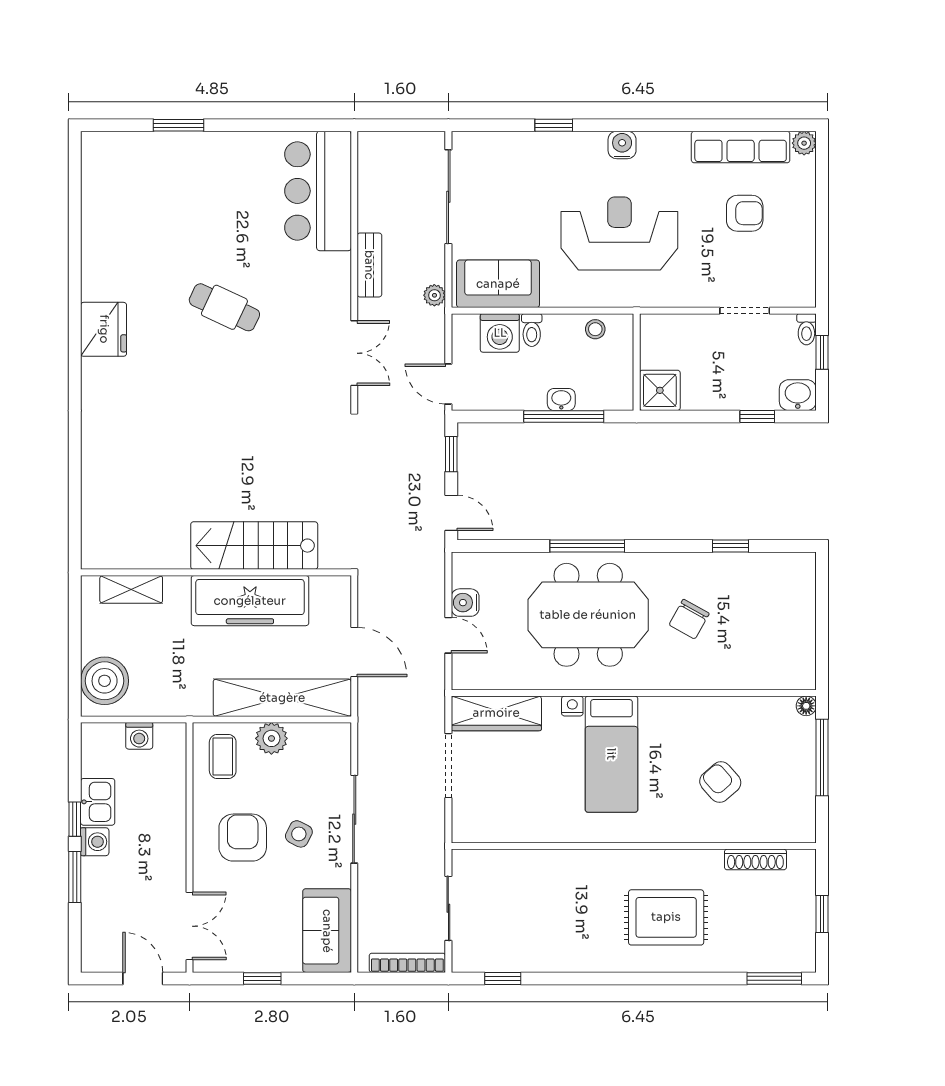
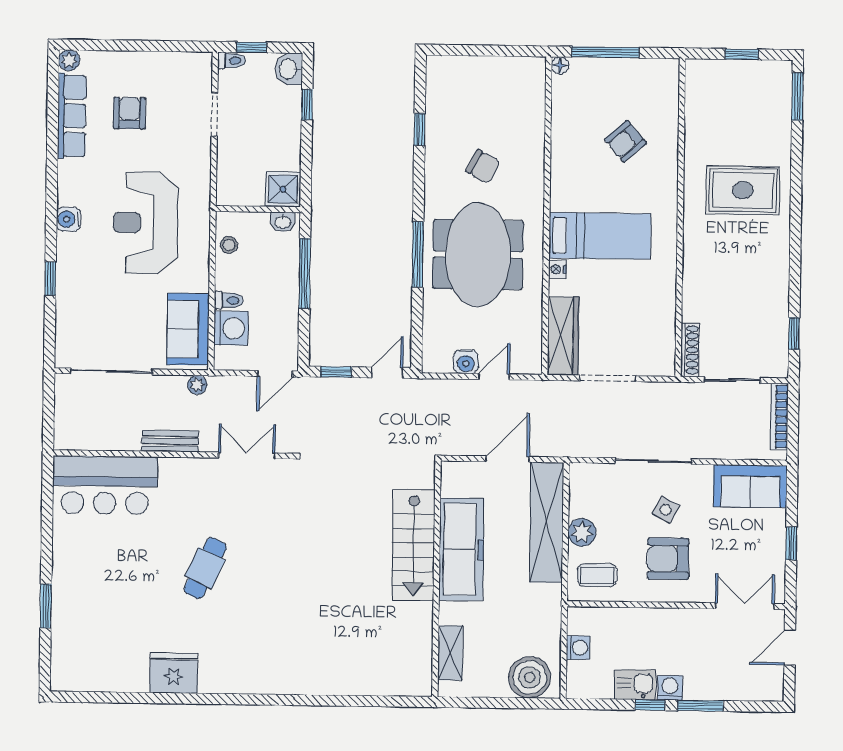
fridge: (104, 329) -> (174, 673), moved
washbasin: (561, 399) -> (283, 222), moved, turned -90
shoe rack: (755, 859) -> (690, 350), moved
rug: (666, 917) -> (743, 190), turned 90

